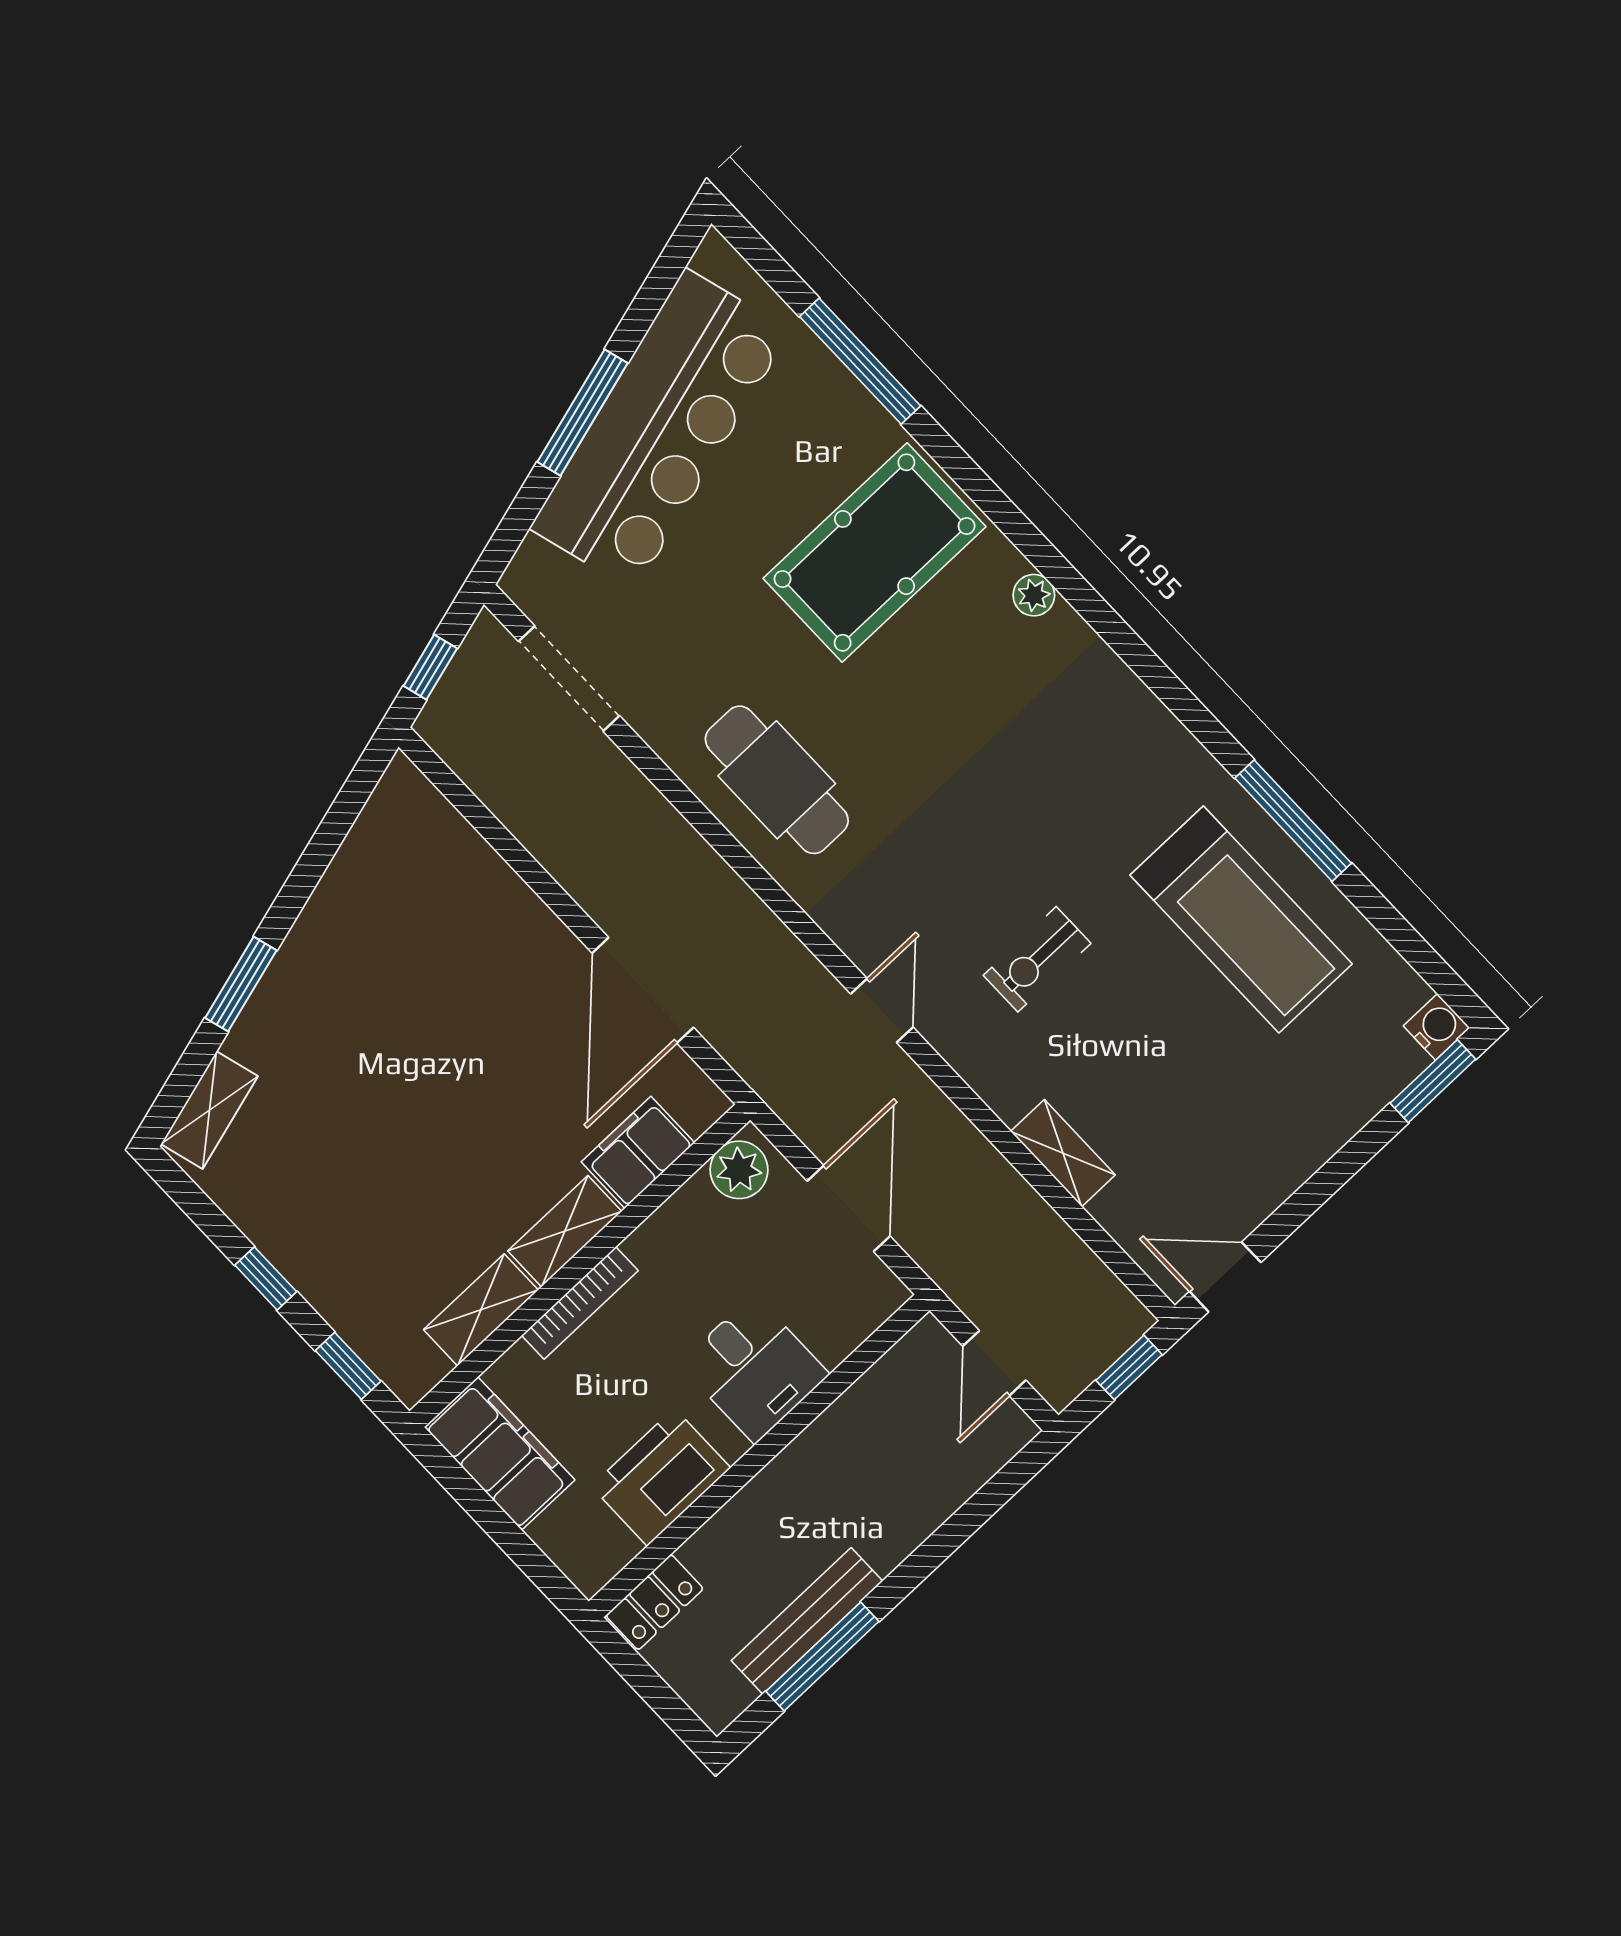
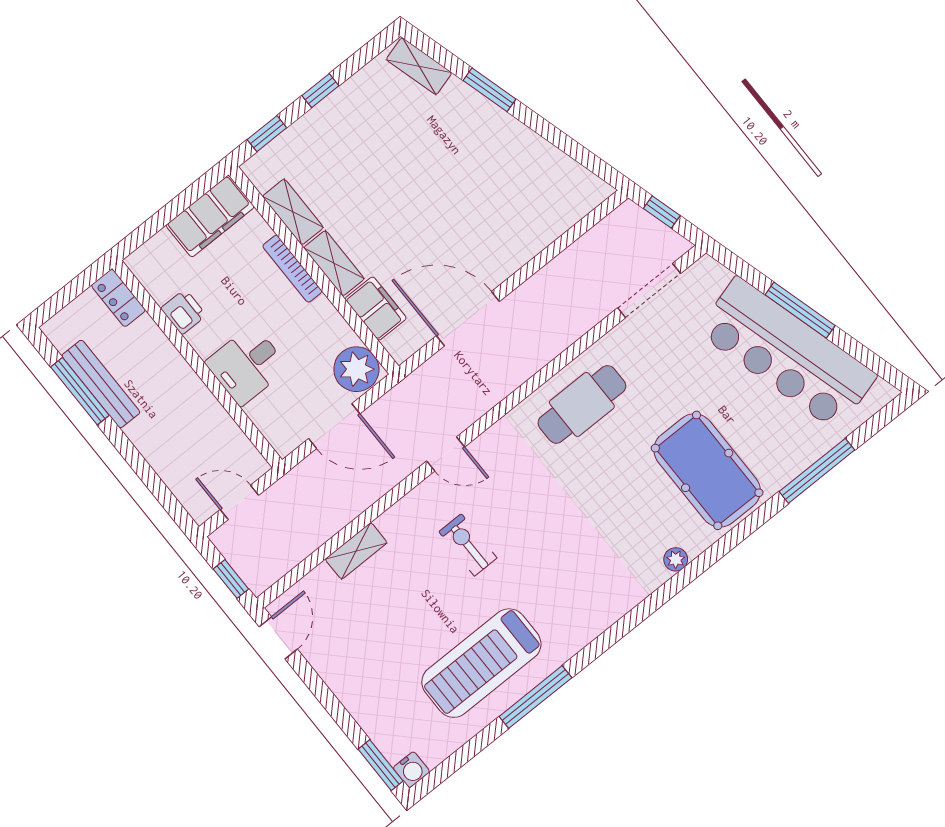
plant: (739, 1170) -> (356, 369), width x1.36, depth x1.36
printer: (661, 1477) -> (183, 312), width x0.53, depth x0.68

